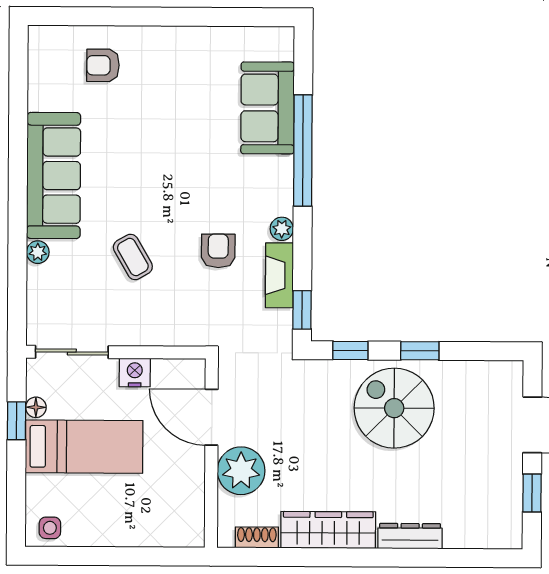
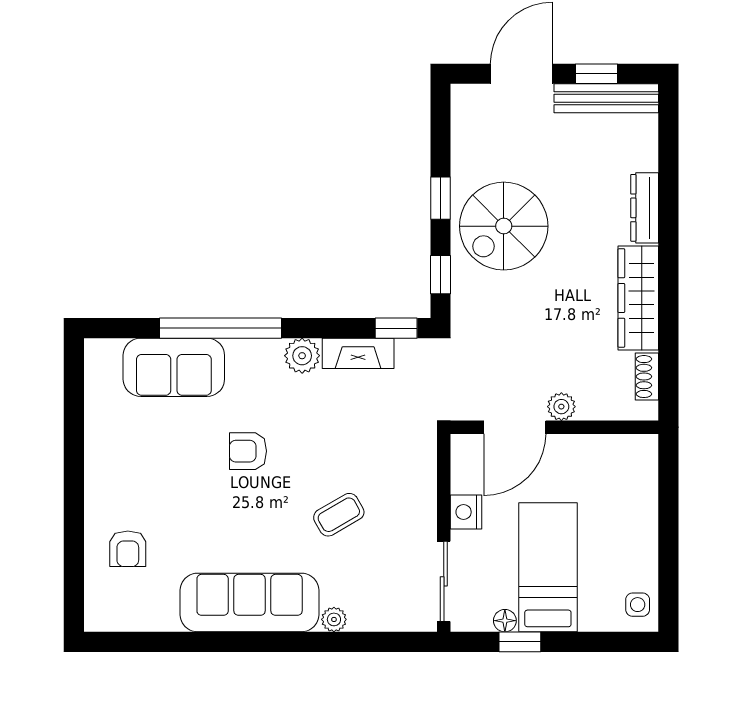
plant: (282, 229) -> (302, 356), width x1.38, depth x1.38
armchair: (218, 251) -> (248, 451), moved
plant: (241, 471) -> (561, 407), width x0.53, depth x0.53
bench: (510, 502) -> (606, 98), added

